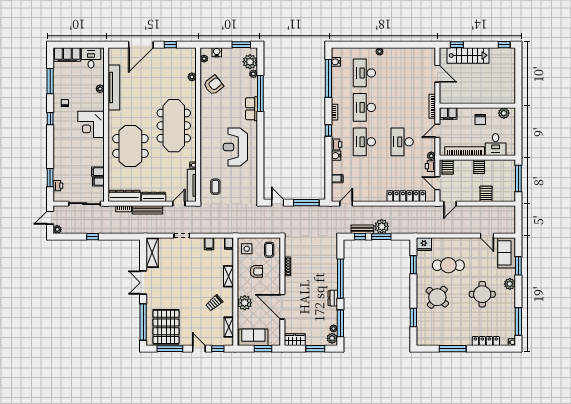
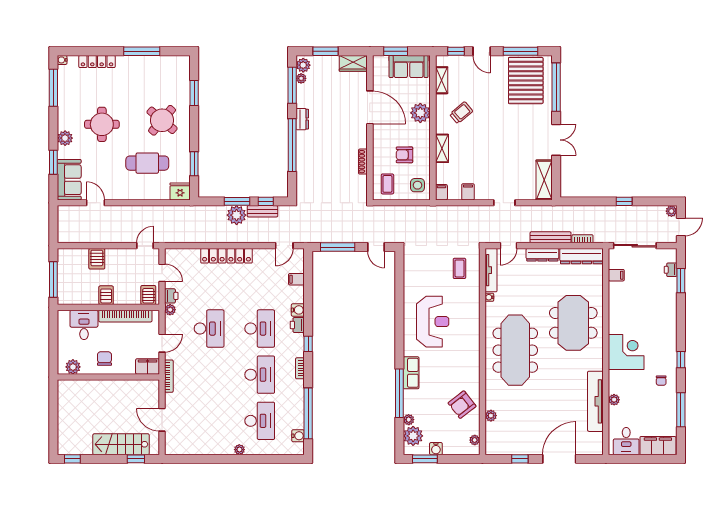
water cooler: (217, 52) -> (436, 449), moved
filing cabinet: (98, 172) -> (617, 288), removed
locker: (406, 196) -> (226, 256), moved

